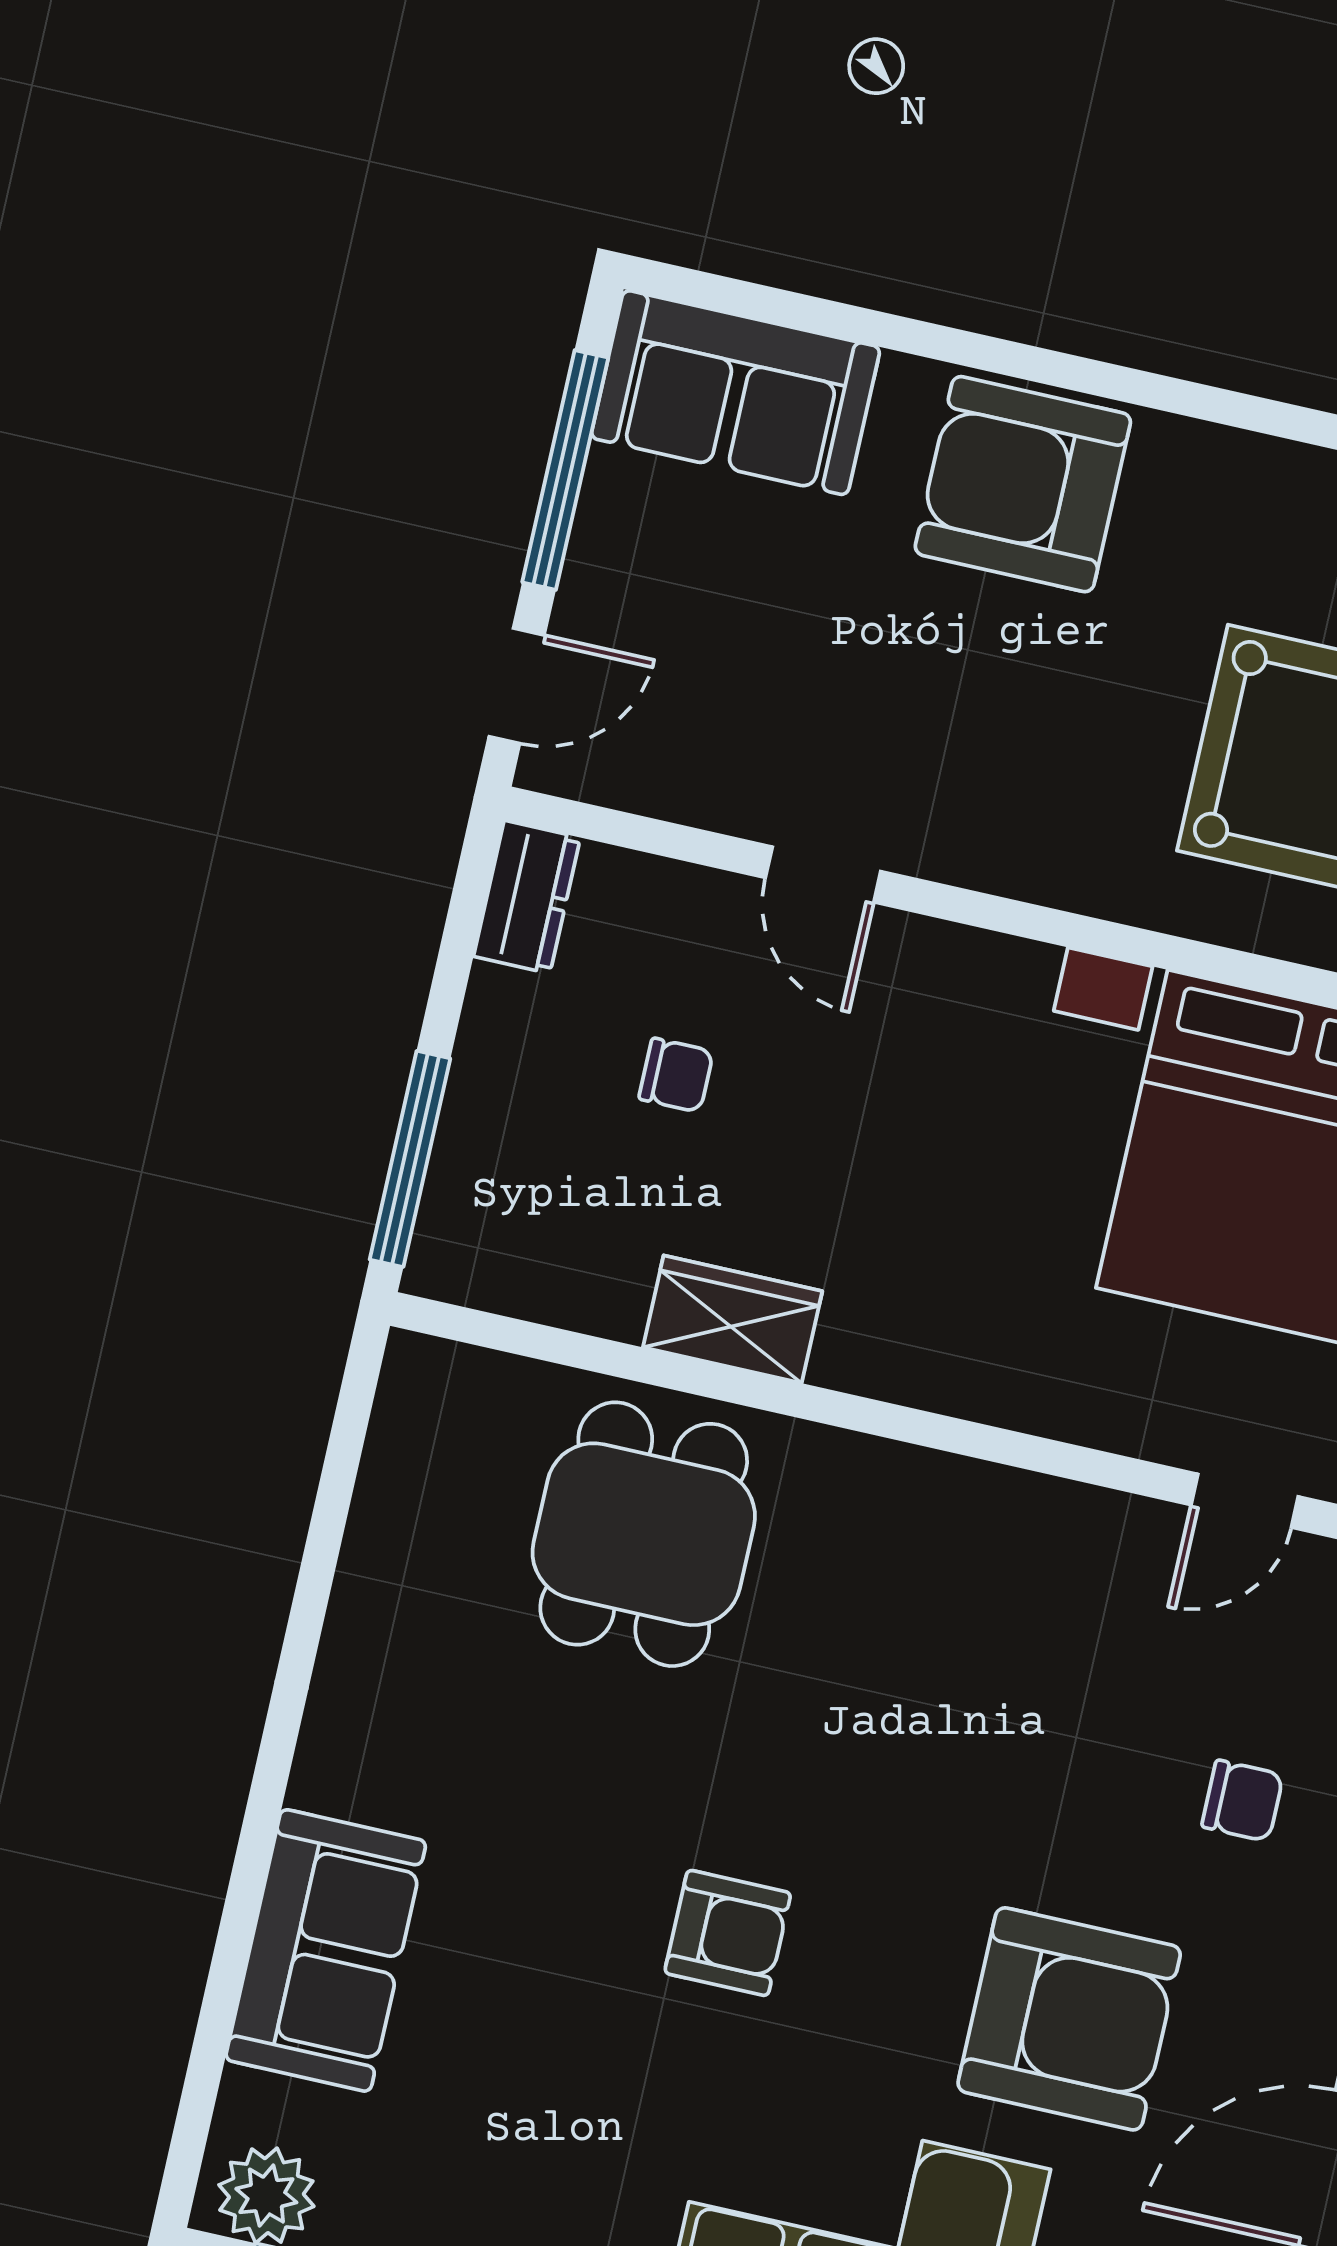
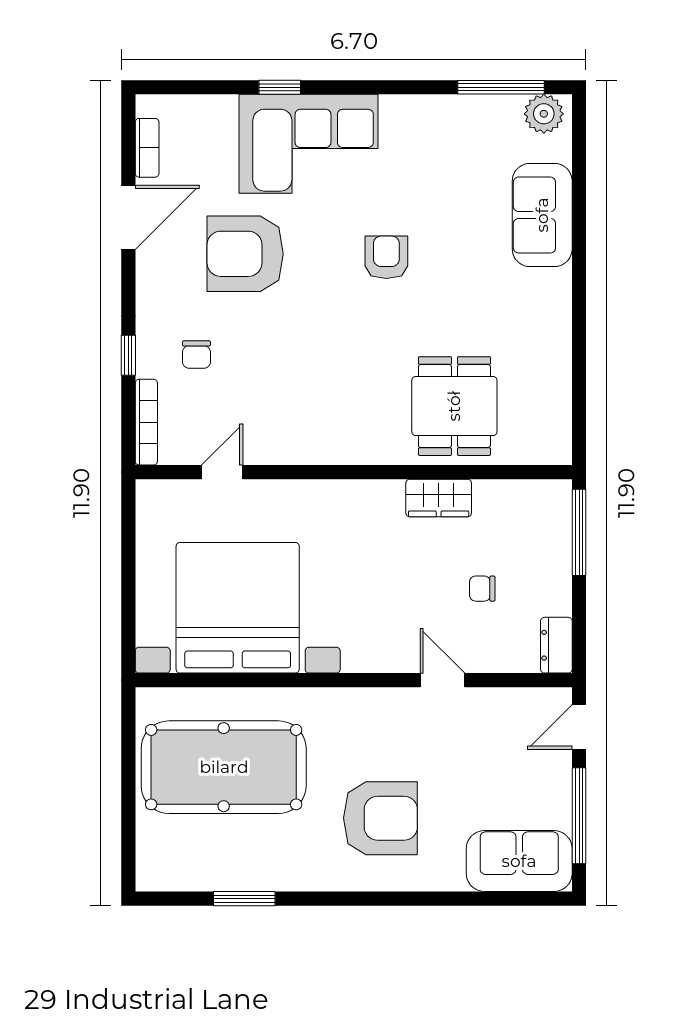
armchair: (1023, 484) -> (380, 818), moved
chair: (1242, 1801) -> (197, 355), turned -90
armchair: (728, 1933) -> (386, 257), turned 90

